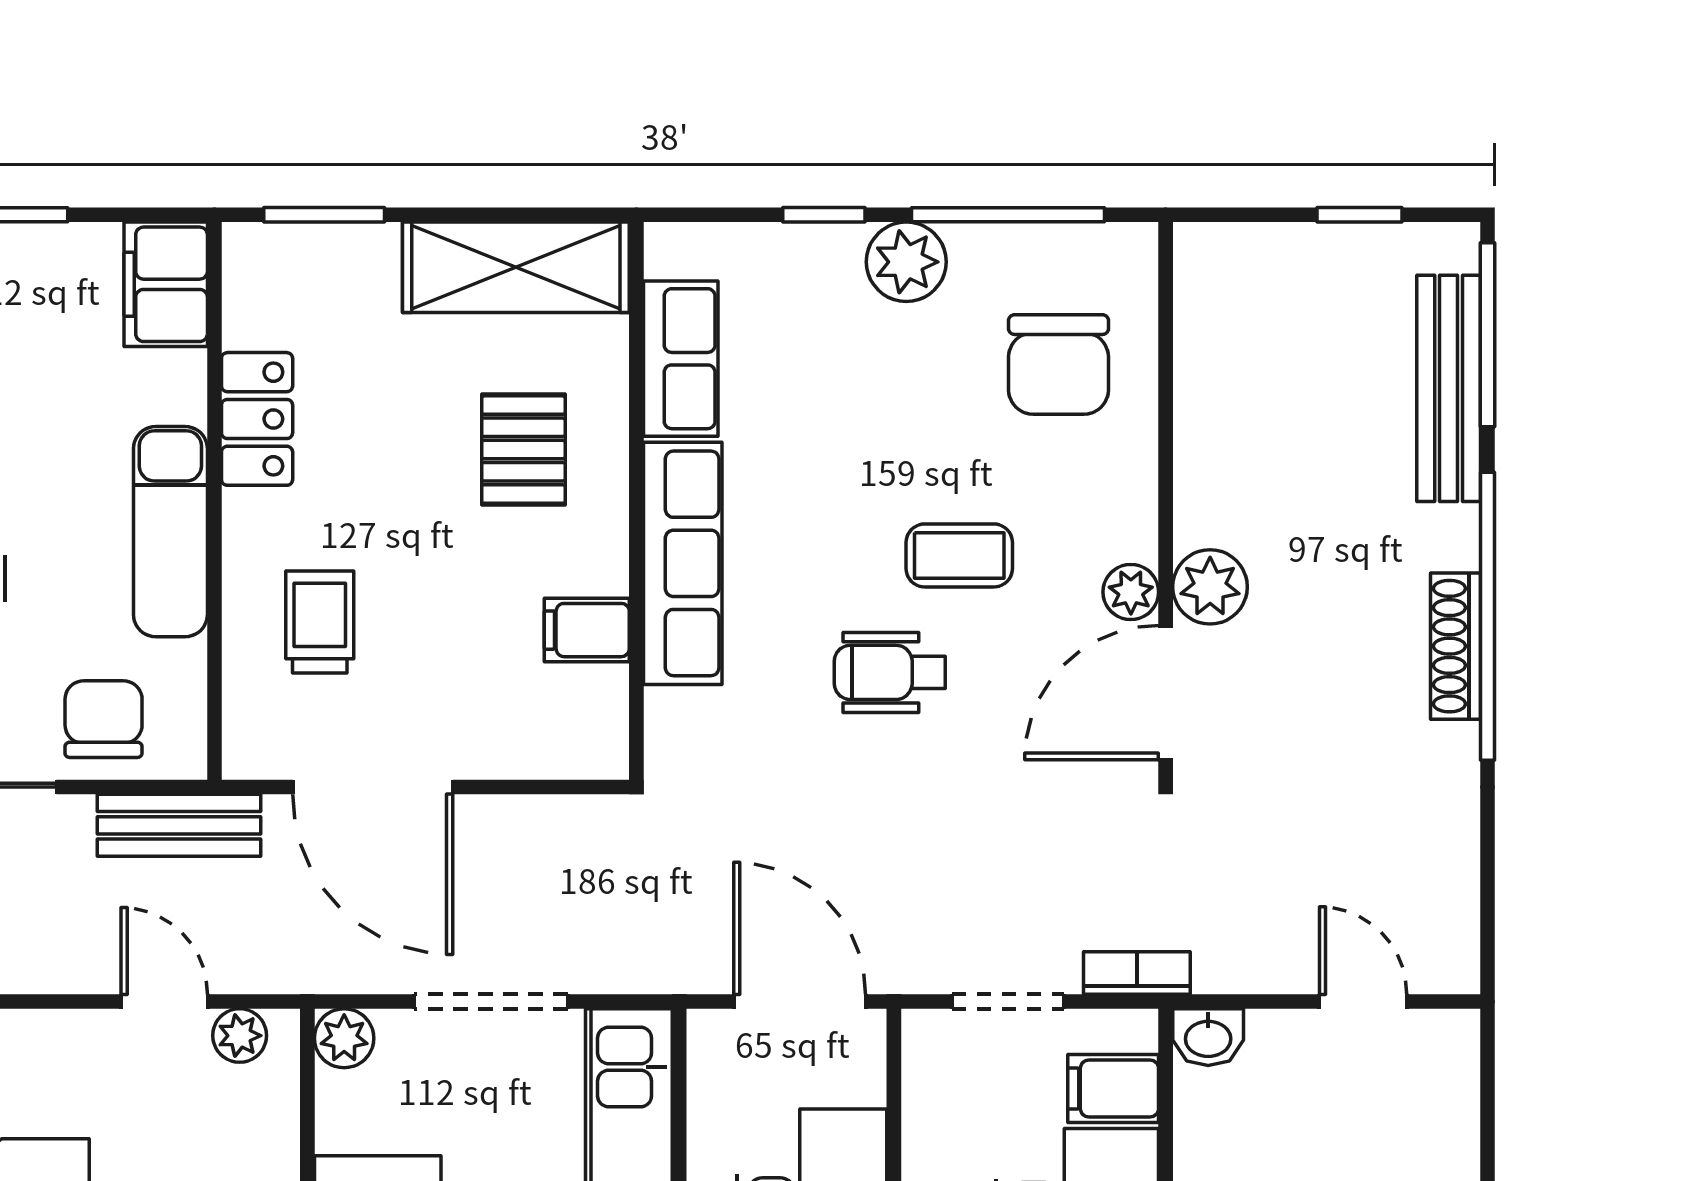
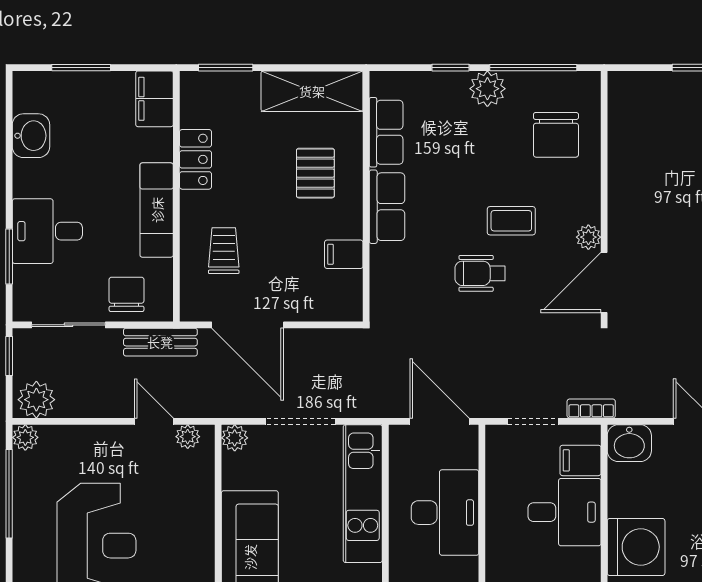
row of seats: (683, 563) -> (387, 207), width x0.68
plant: (1210, 587) -> (624, 235), removed
washbasin: (1208, 1037) -> (629, 443), width x1.38, depth x1.45

